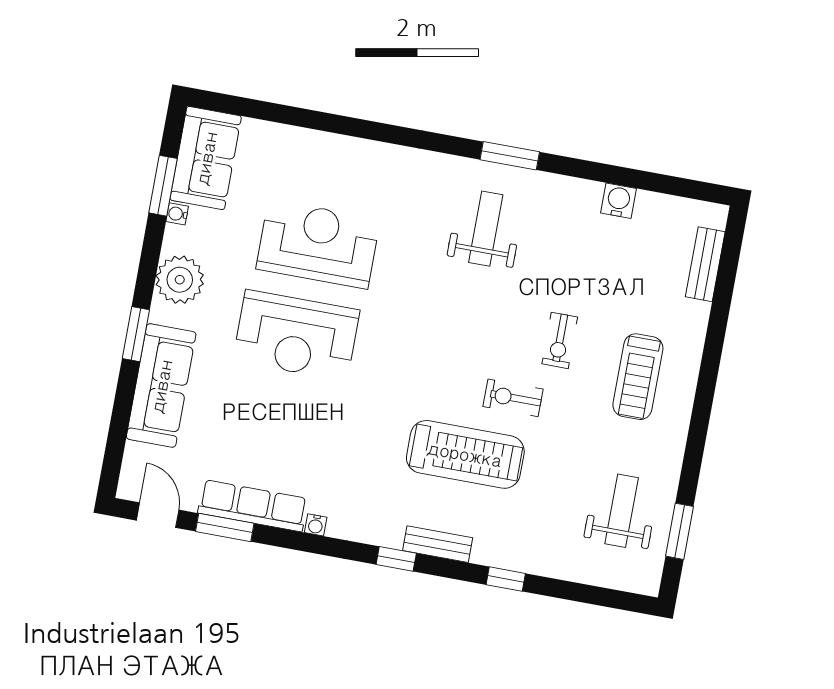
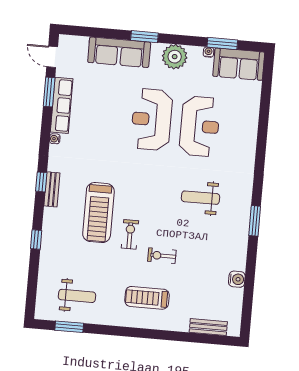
weight bench: (486, 229) -> (200, 198), moved, turned 180
door: (158, 515) -> (52, 57), swing flipped
bench: (438, 544) -> (52, 189), moved

